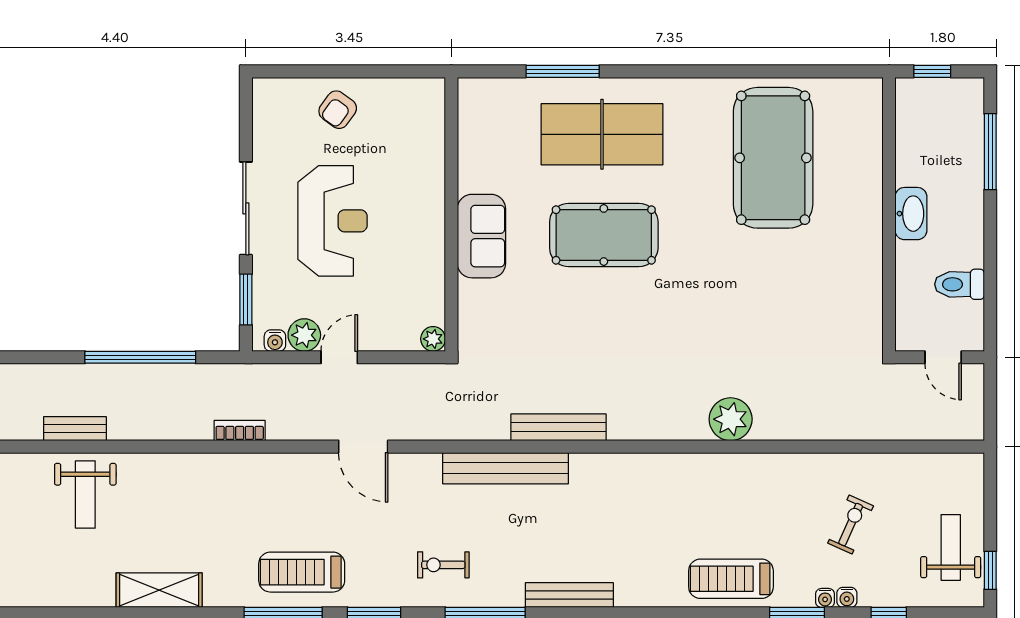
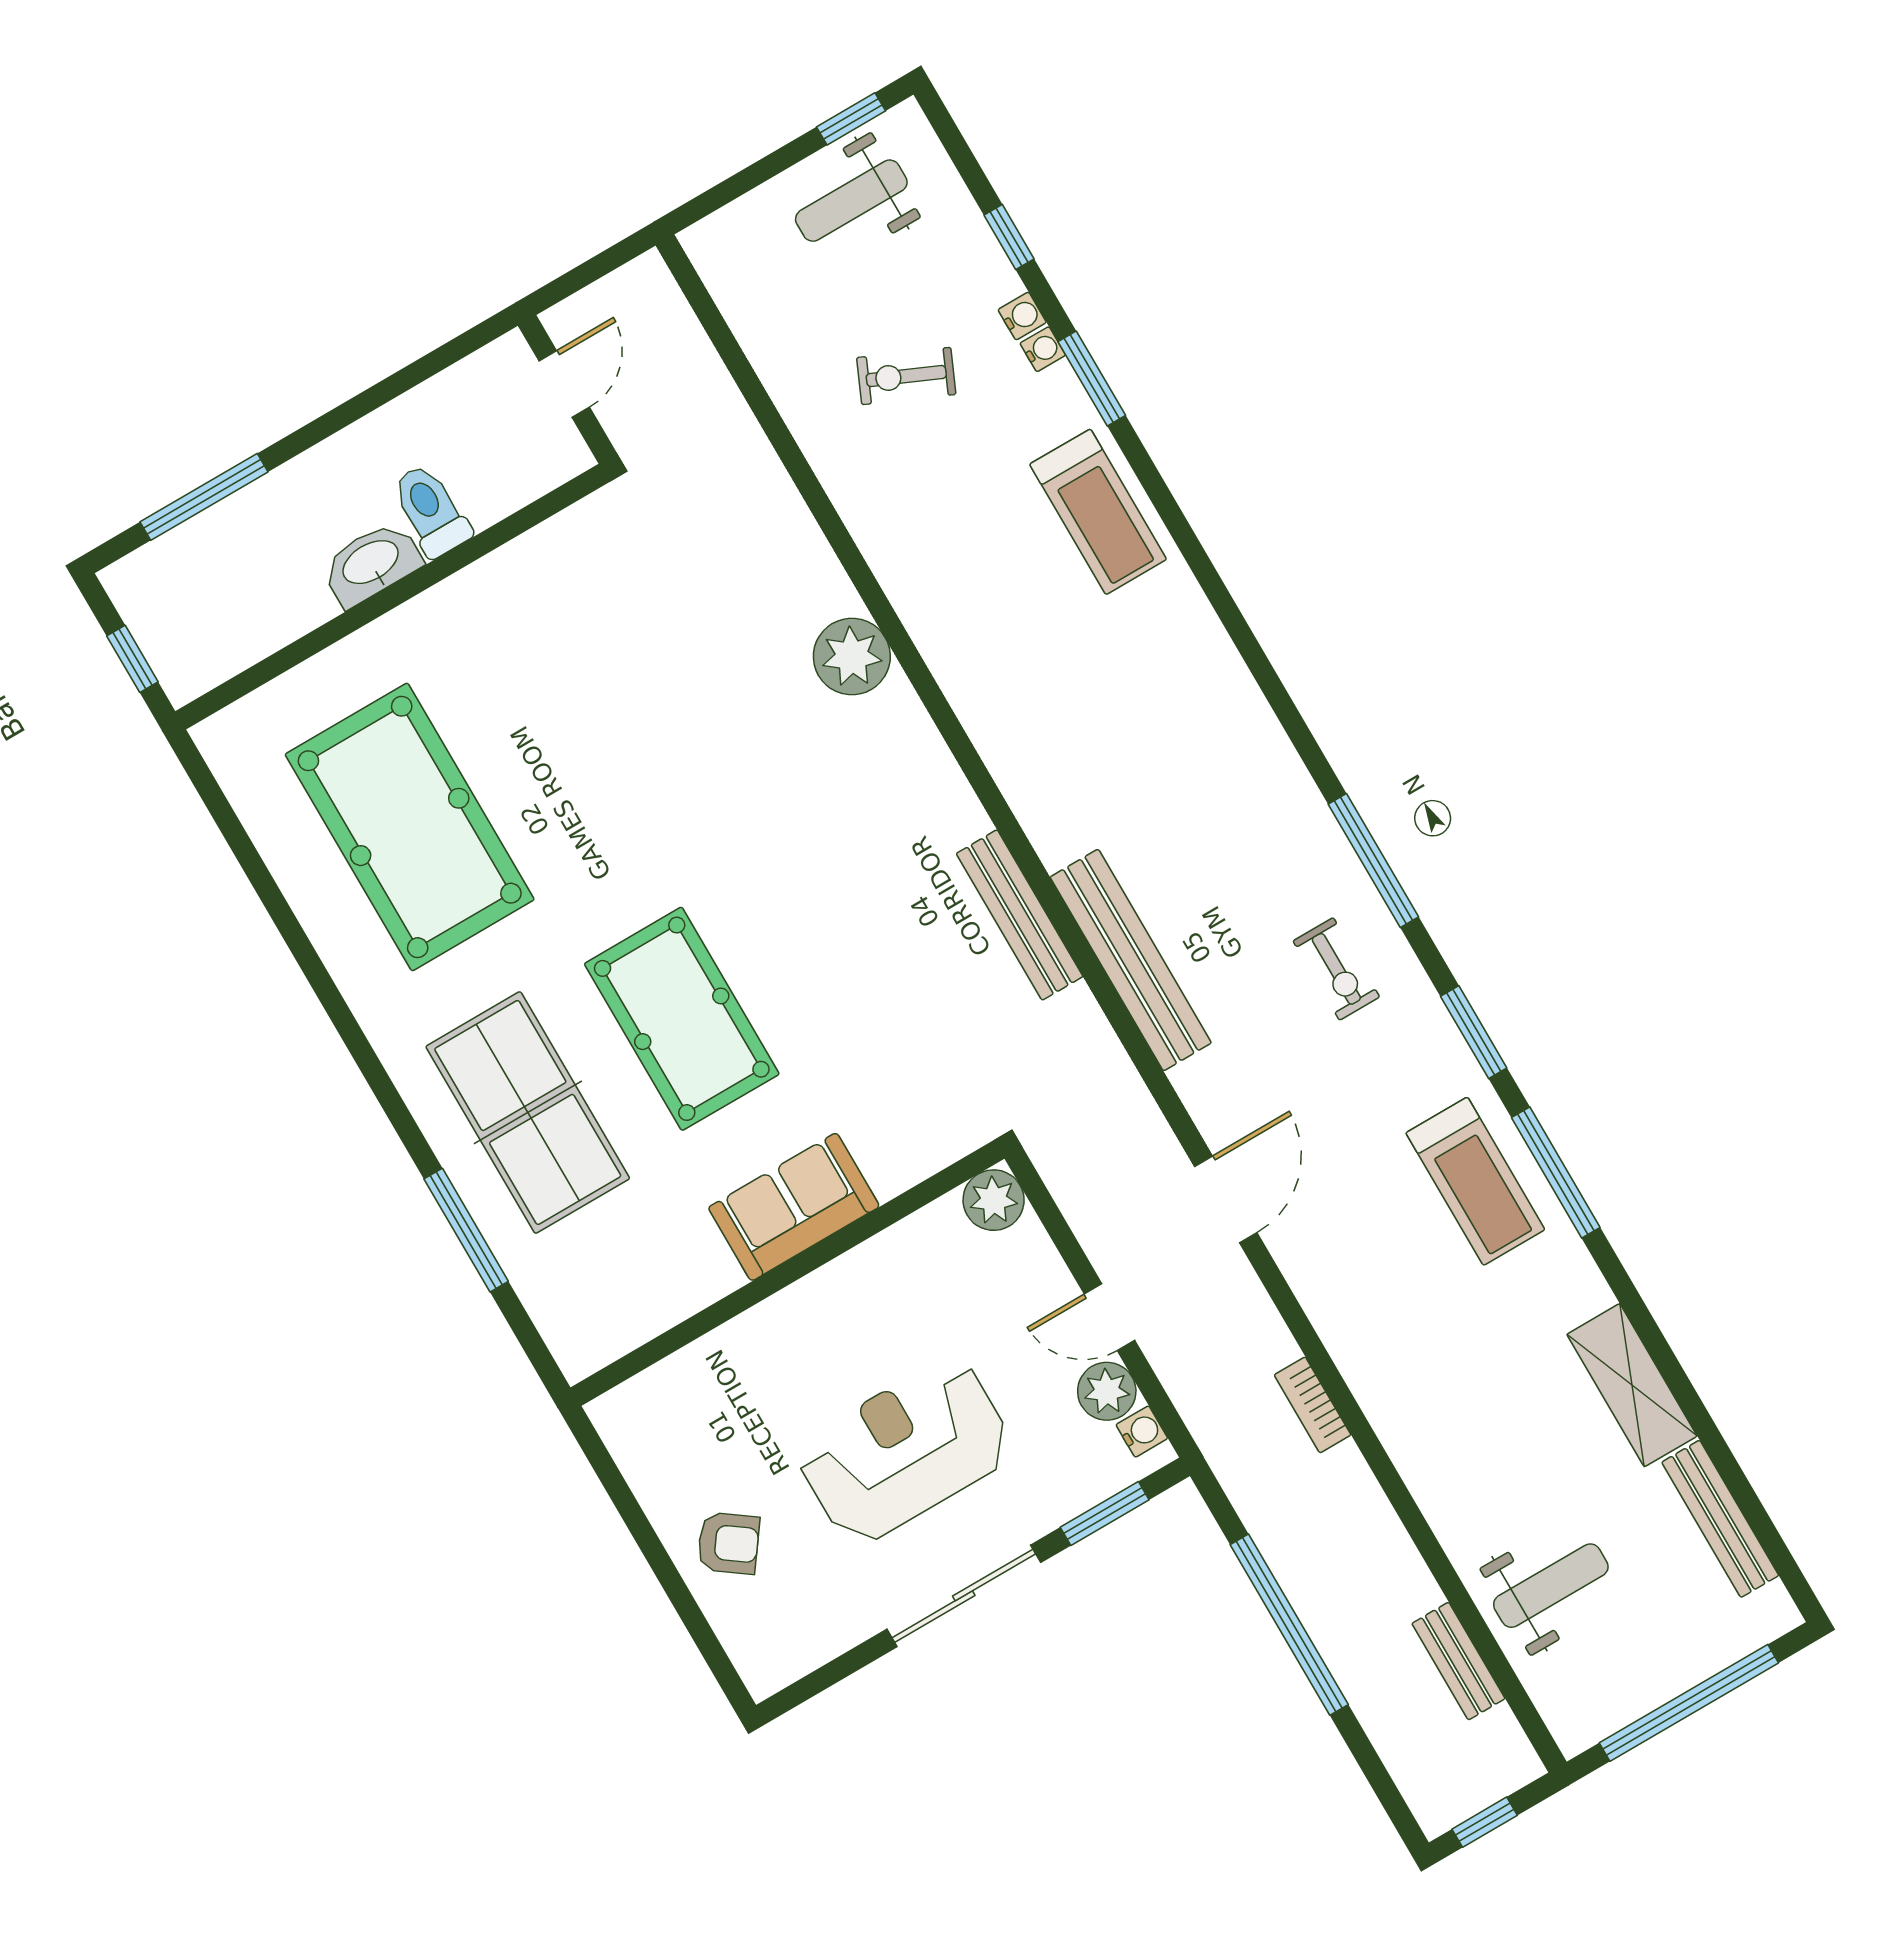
pool table: (773, 158) -> (410, 827), turned 90
toilet: (959, 284) -> (431, 510), moved, turned 180
plant: (433, 339) -> (994, 1200), width x1.38, depth x1.38
bench: (569, 595) -> (1720, 1519), moved

